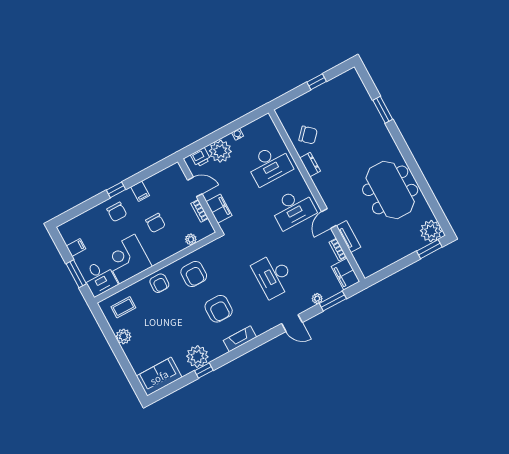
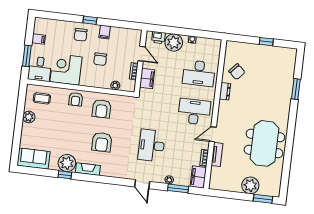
desk: (293, 209) -> (194, 112), turned 180
plant: (431, 231) -> (250, 185), moved
fireplace: (240, 339) -> (88, 169), moved

